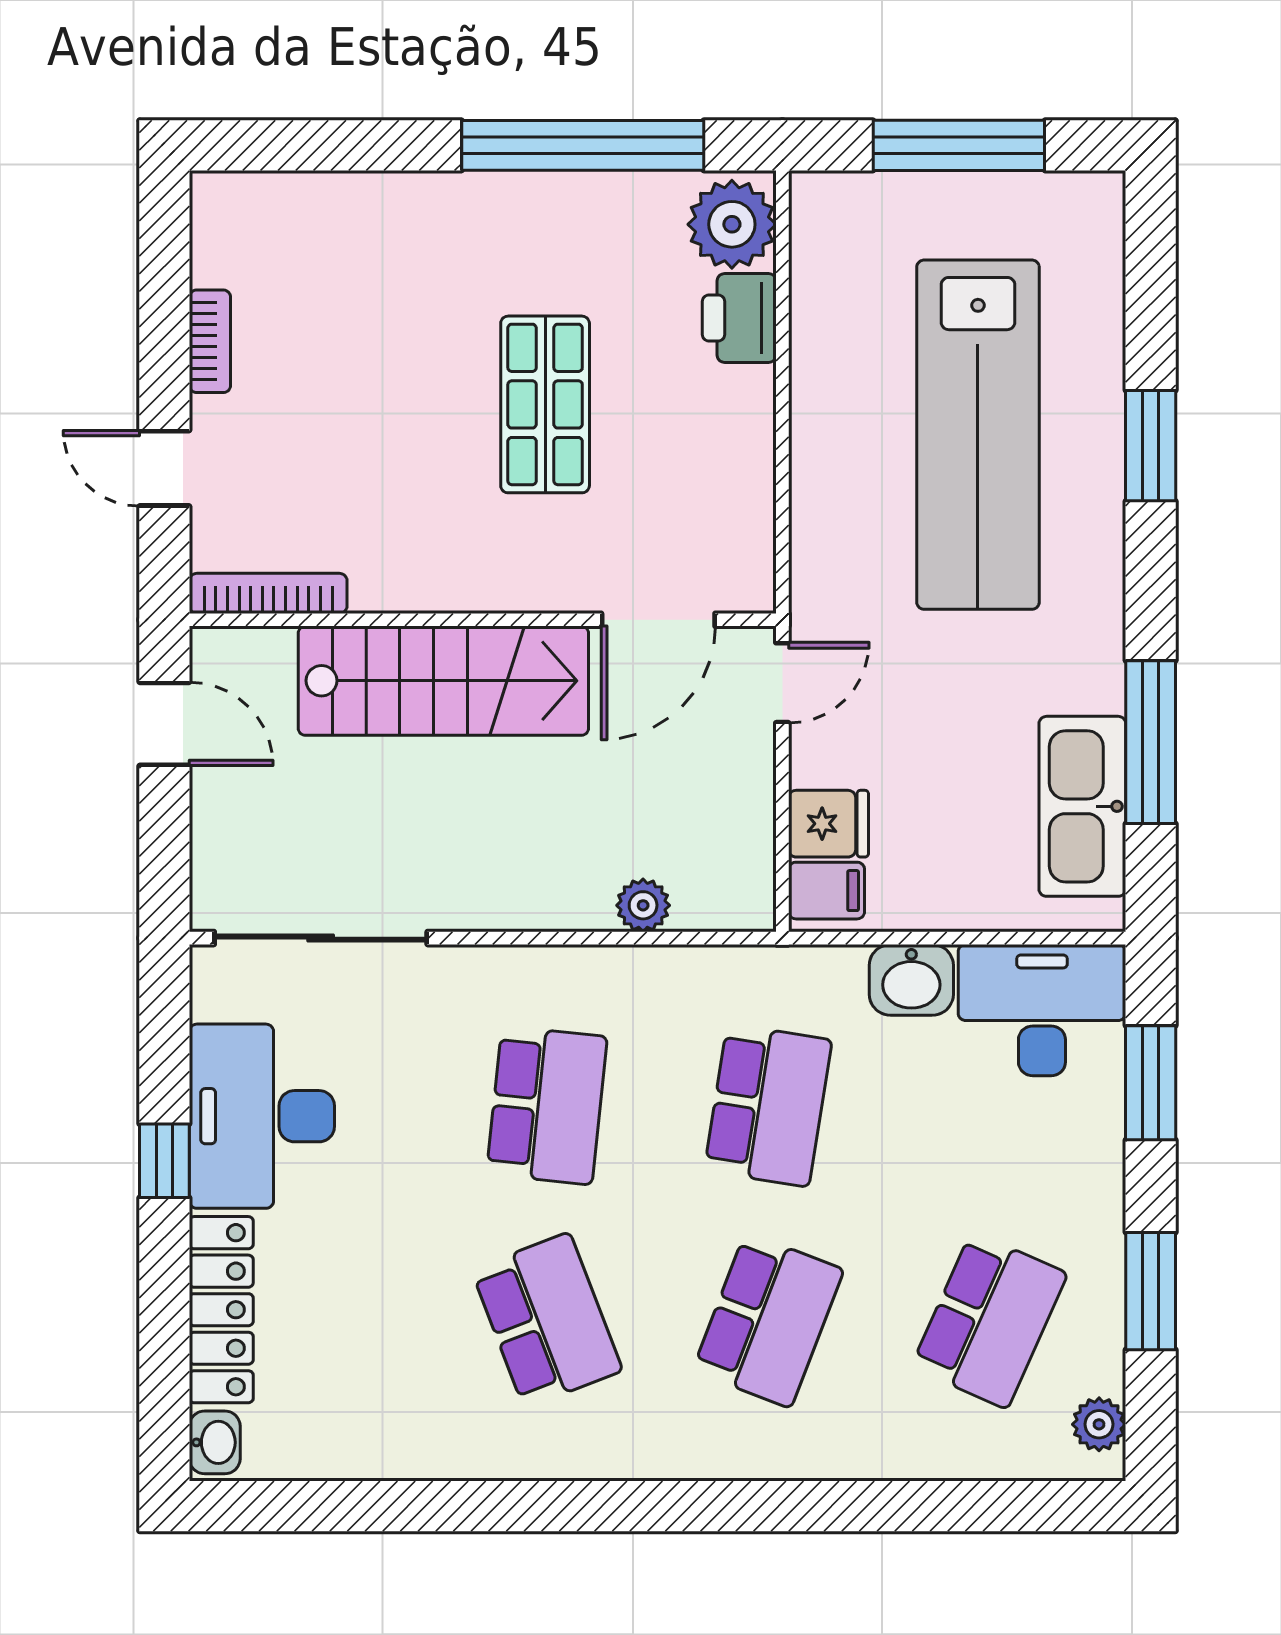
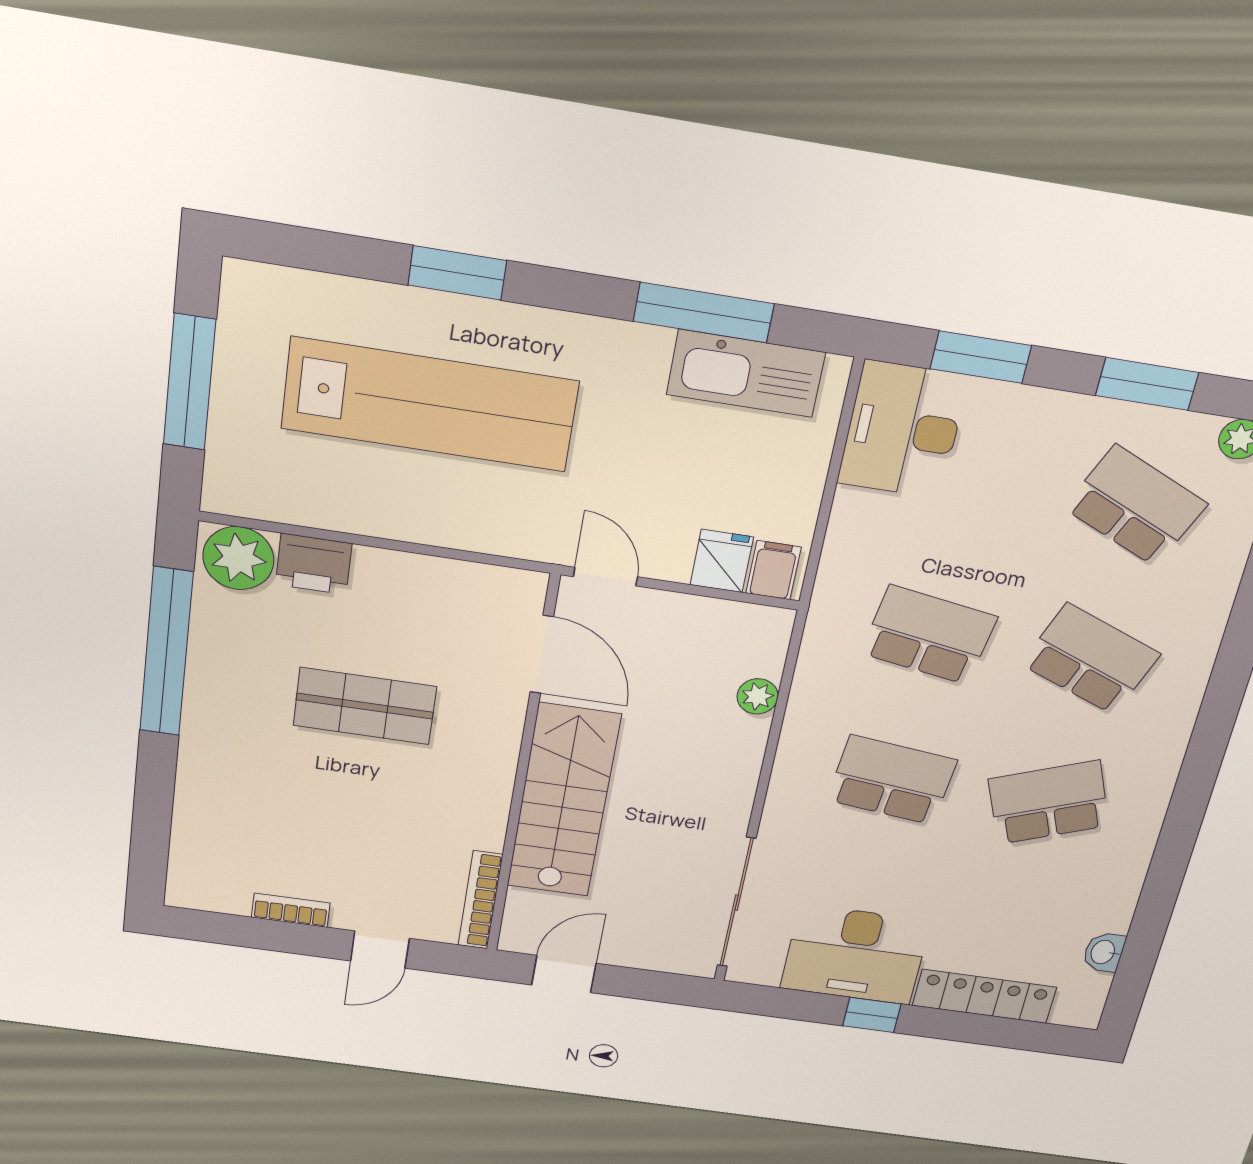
washbasin: (911, 980) -> (856, 521), removed
washbasin: (215, 1442) -> (1104, 952), moved, turned -90

